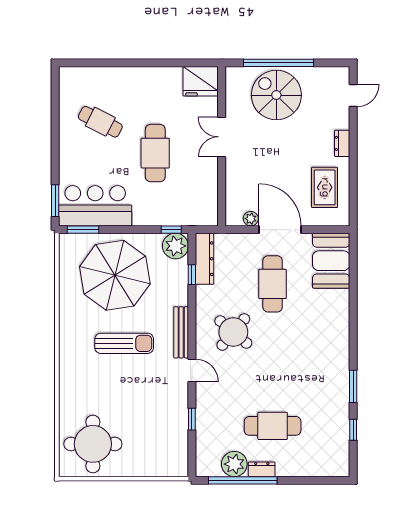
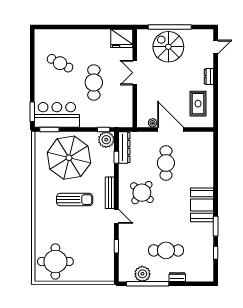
booth: (331, 261) -> (202, 205), moved
dresser: (262, 469) -> (177, 277), moved

